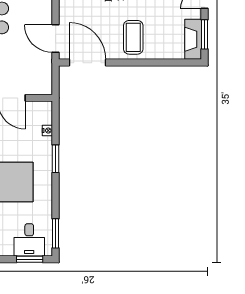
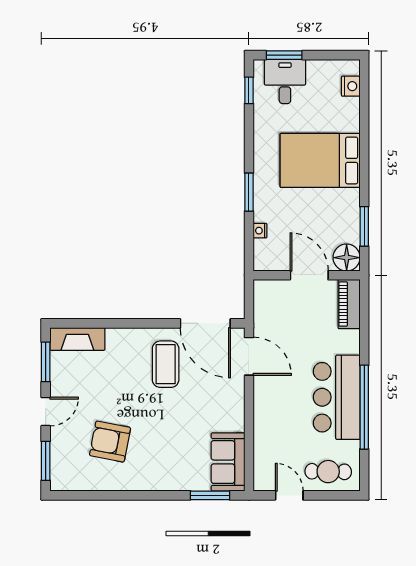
coffee table: (133, 37) -> (166, 364), moved
fireplace: (193, 39) -> (77, 339), moved, turned 90
window: (56, 233) -> (249, 90), width x0.67

